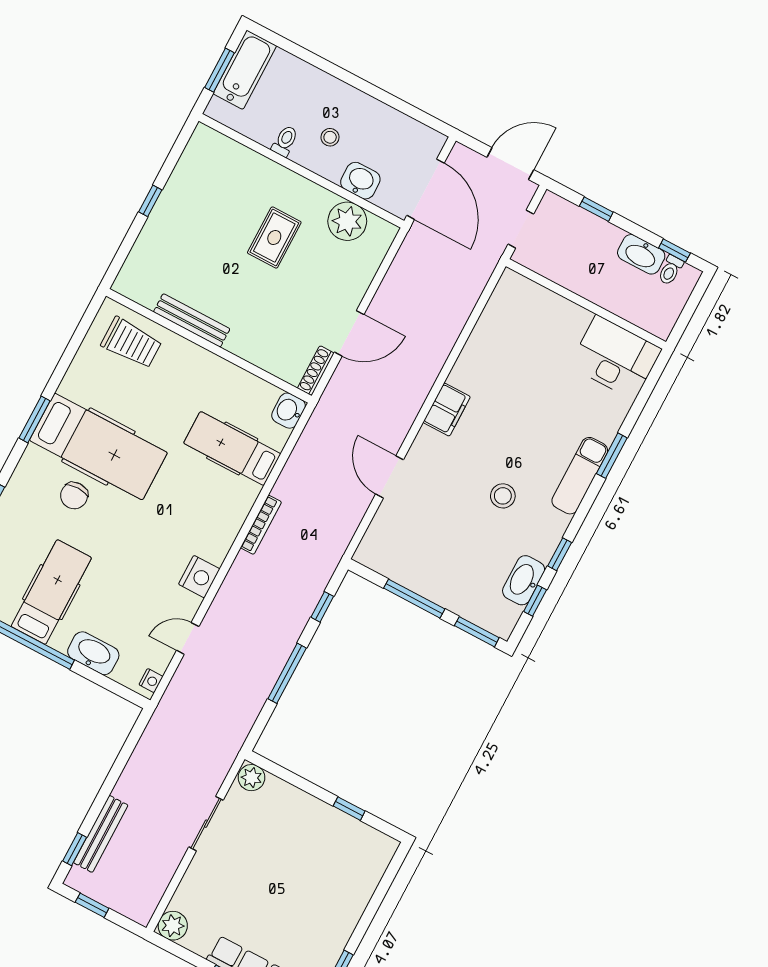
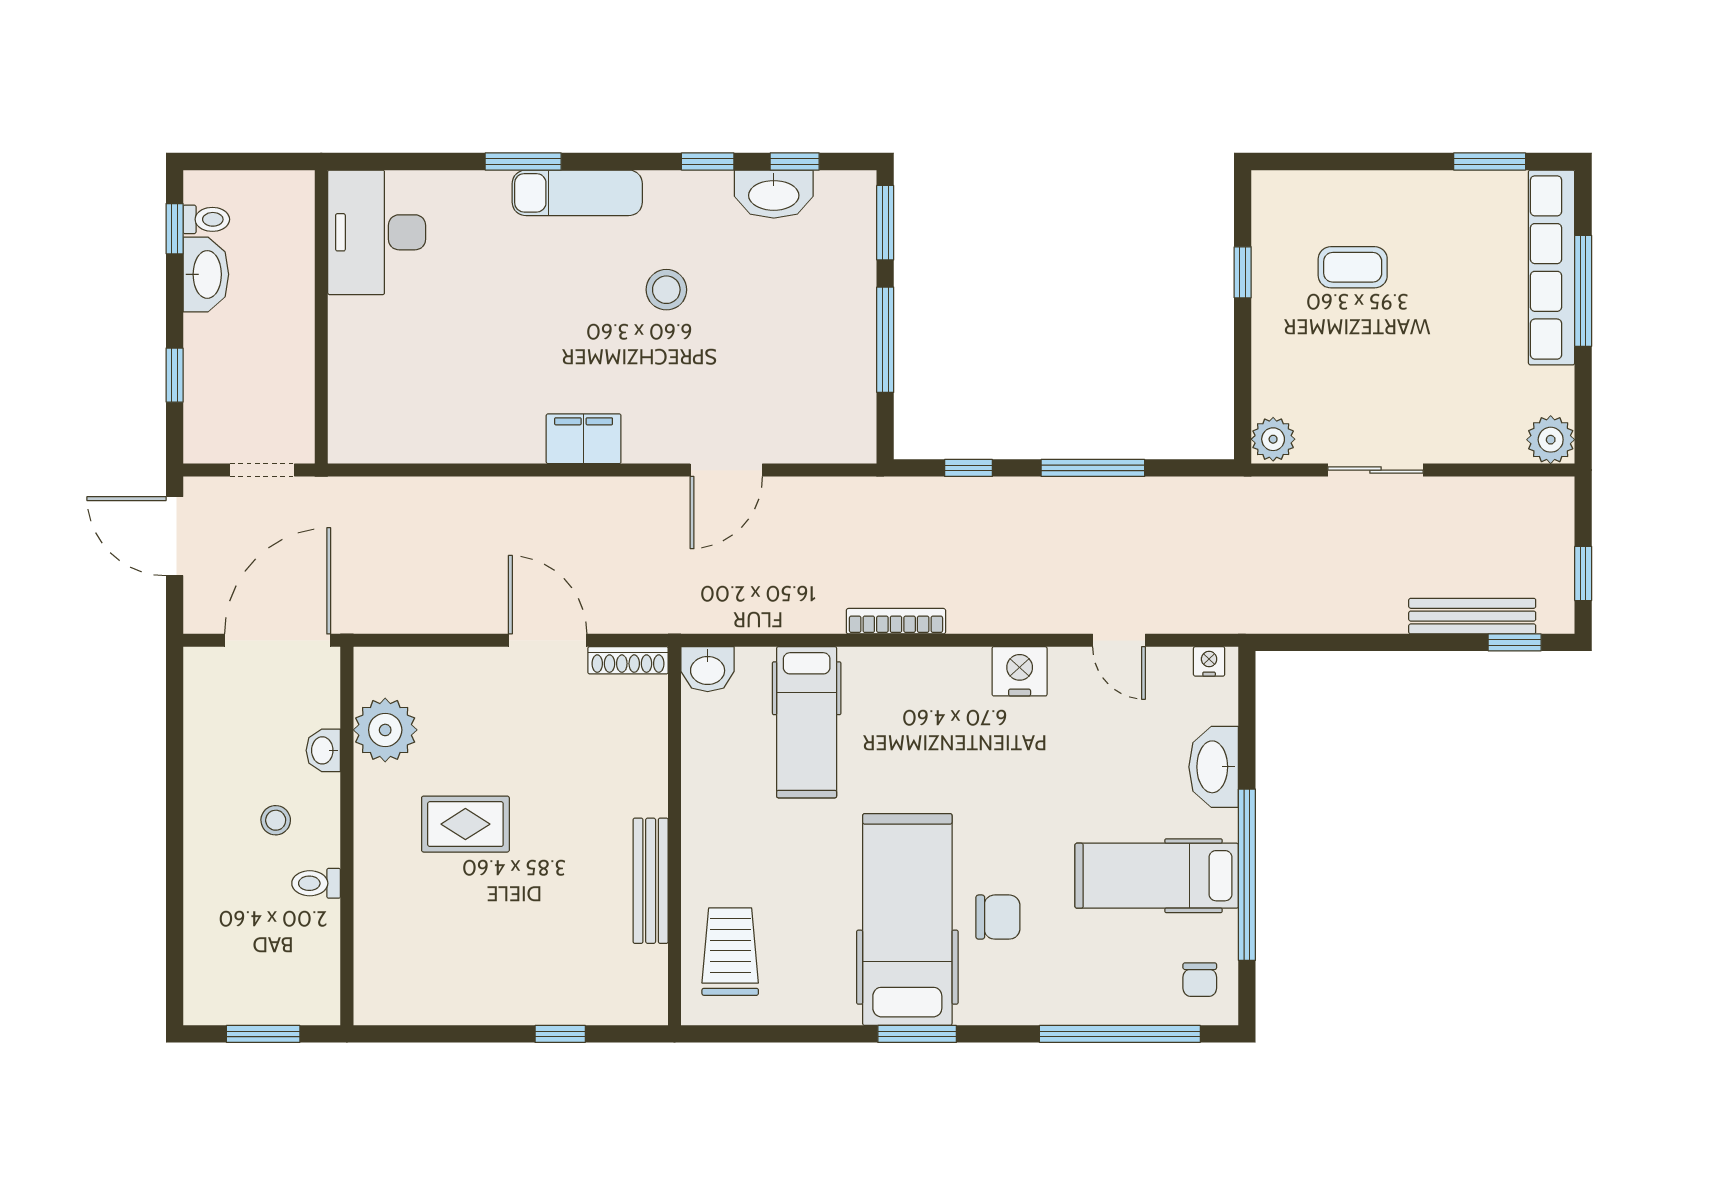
bathtub: (245, 70) -> (243, 997), removed
washbasin: (360, 181) -> (323, 750), width x0.72, depth x0.69
window: (150, 201) -> (560, 1034), moved
coffee table: (321, 869) -> (1353, 267), added

